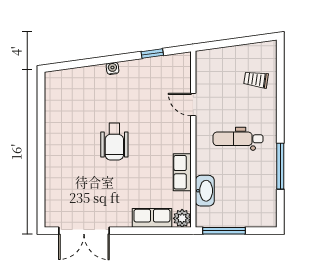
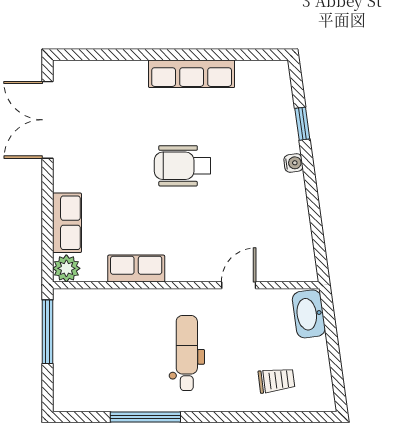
window: (152, 53) -> (302, 124), moved
trolley: (256, 80) -> (276, 380), turned 75
row of seats: (54, 136) -> (192, 74), added
washbasin: (205, 191) -> (309, 314), moved, turned 82

